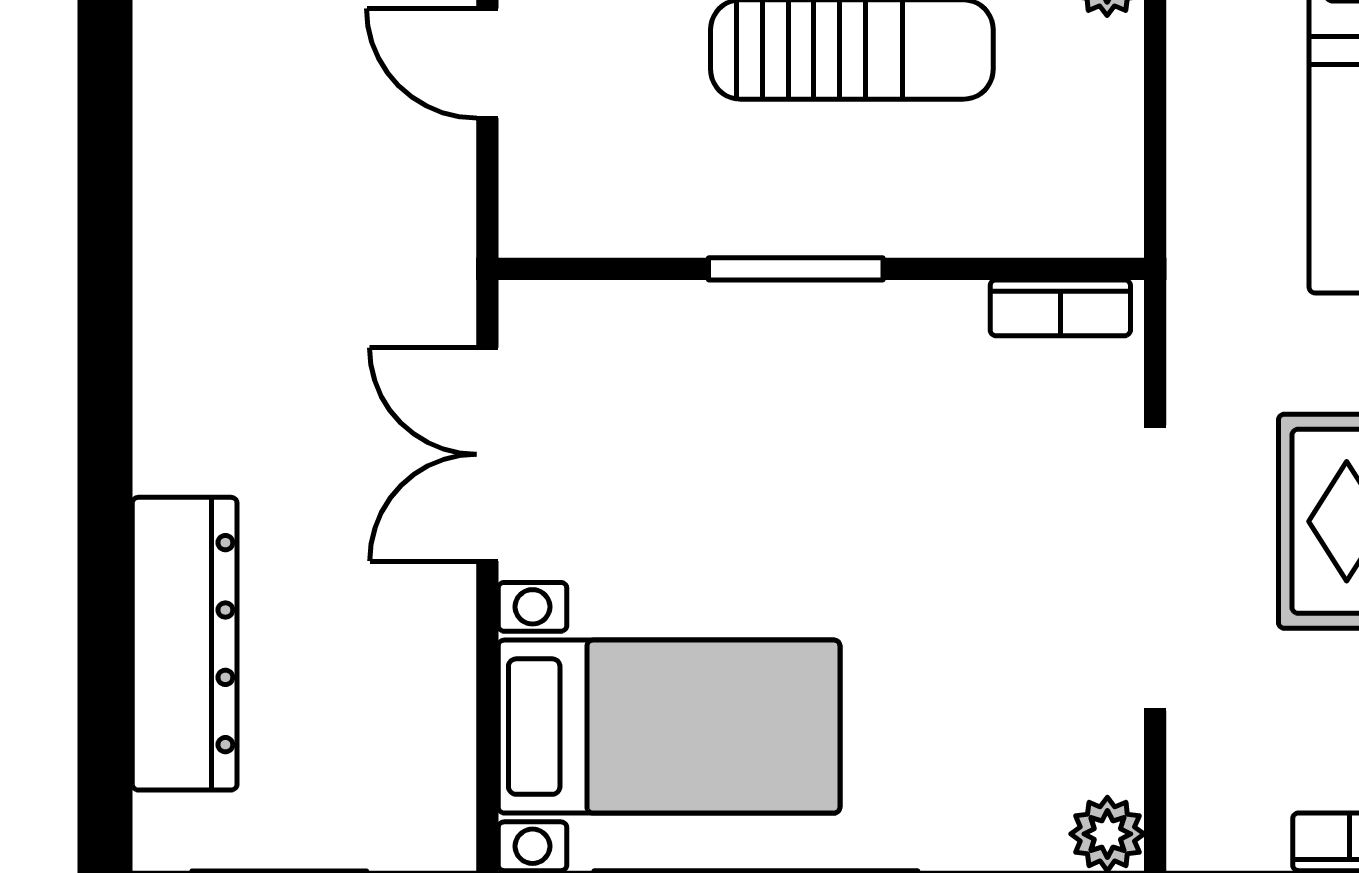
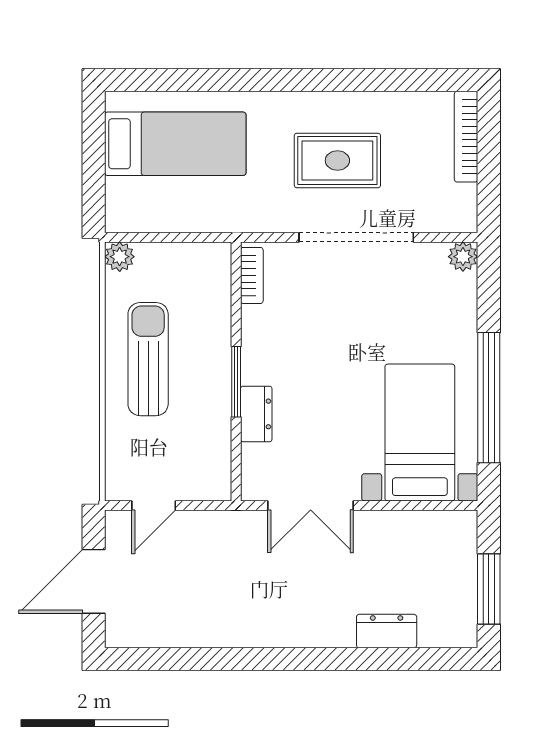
dresser: (715, 319) -> (256, 414), added
dresser: (185, 644) -> (387, 631), width x0.51, depth x0.80

